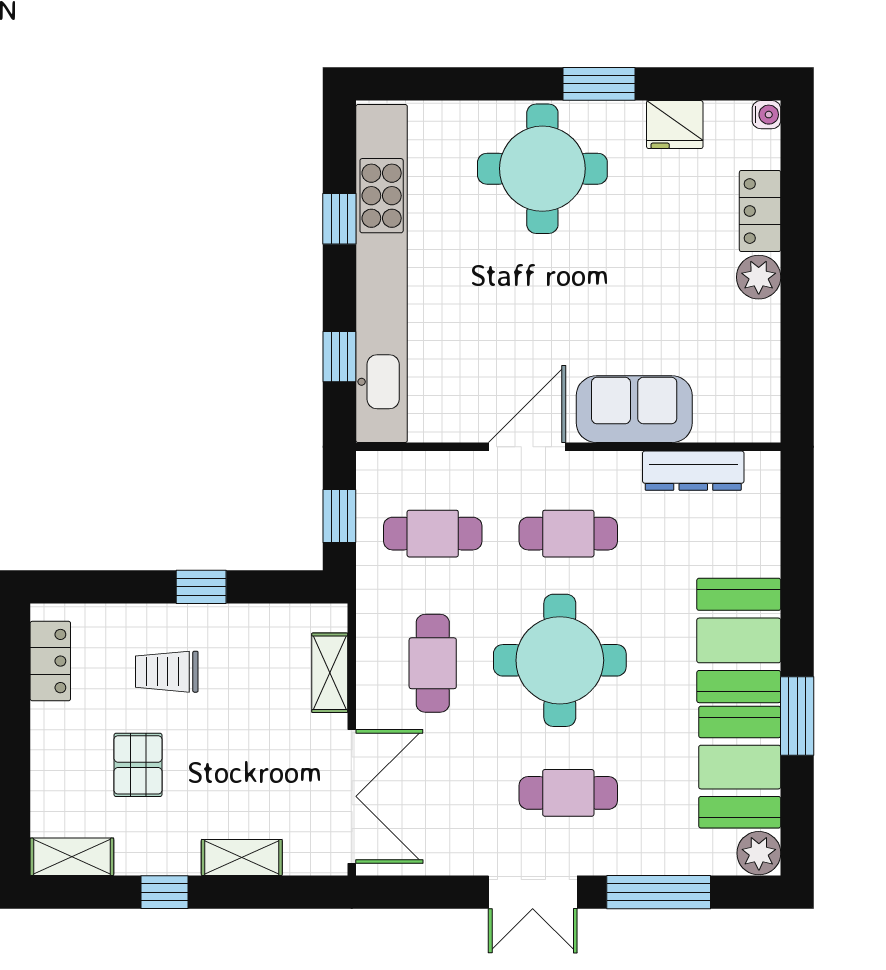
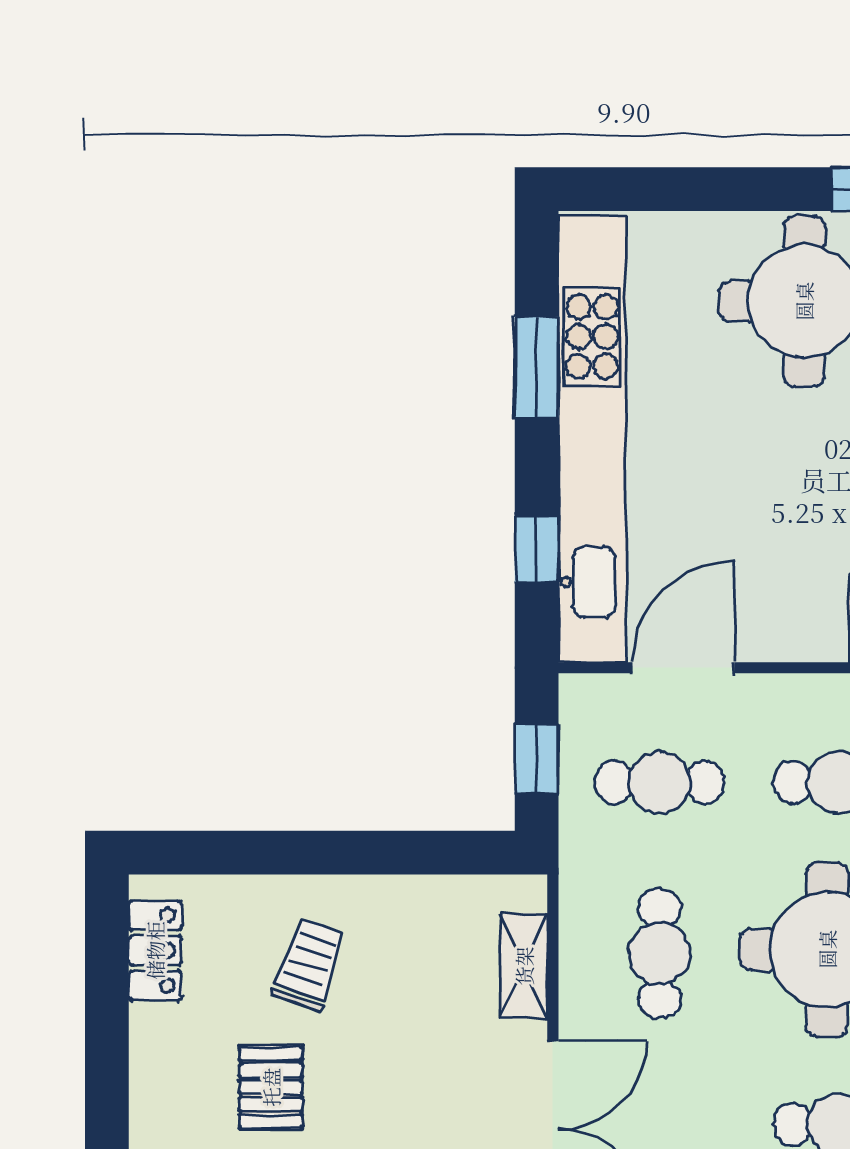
window: (339, 219) -> (537, 367), width x1.50
door: (527, 447) -> (683, 668), moved
window: (201, 587) -> (354, 853), removed
trolley: (167, 672) -> (309, 964), turned 109

